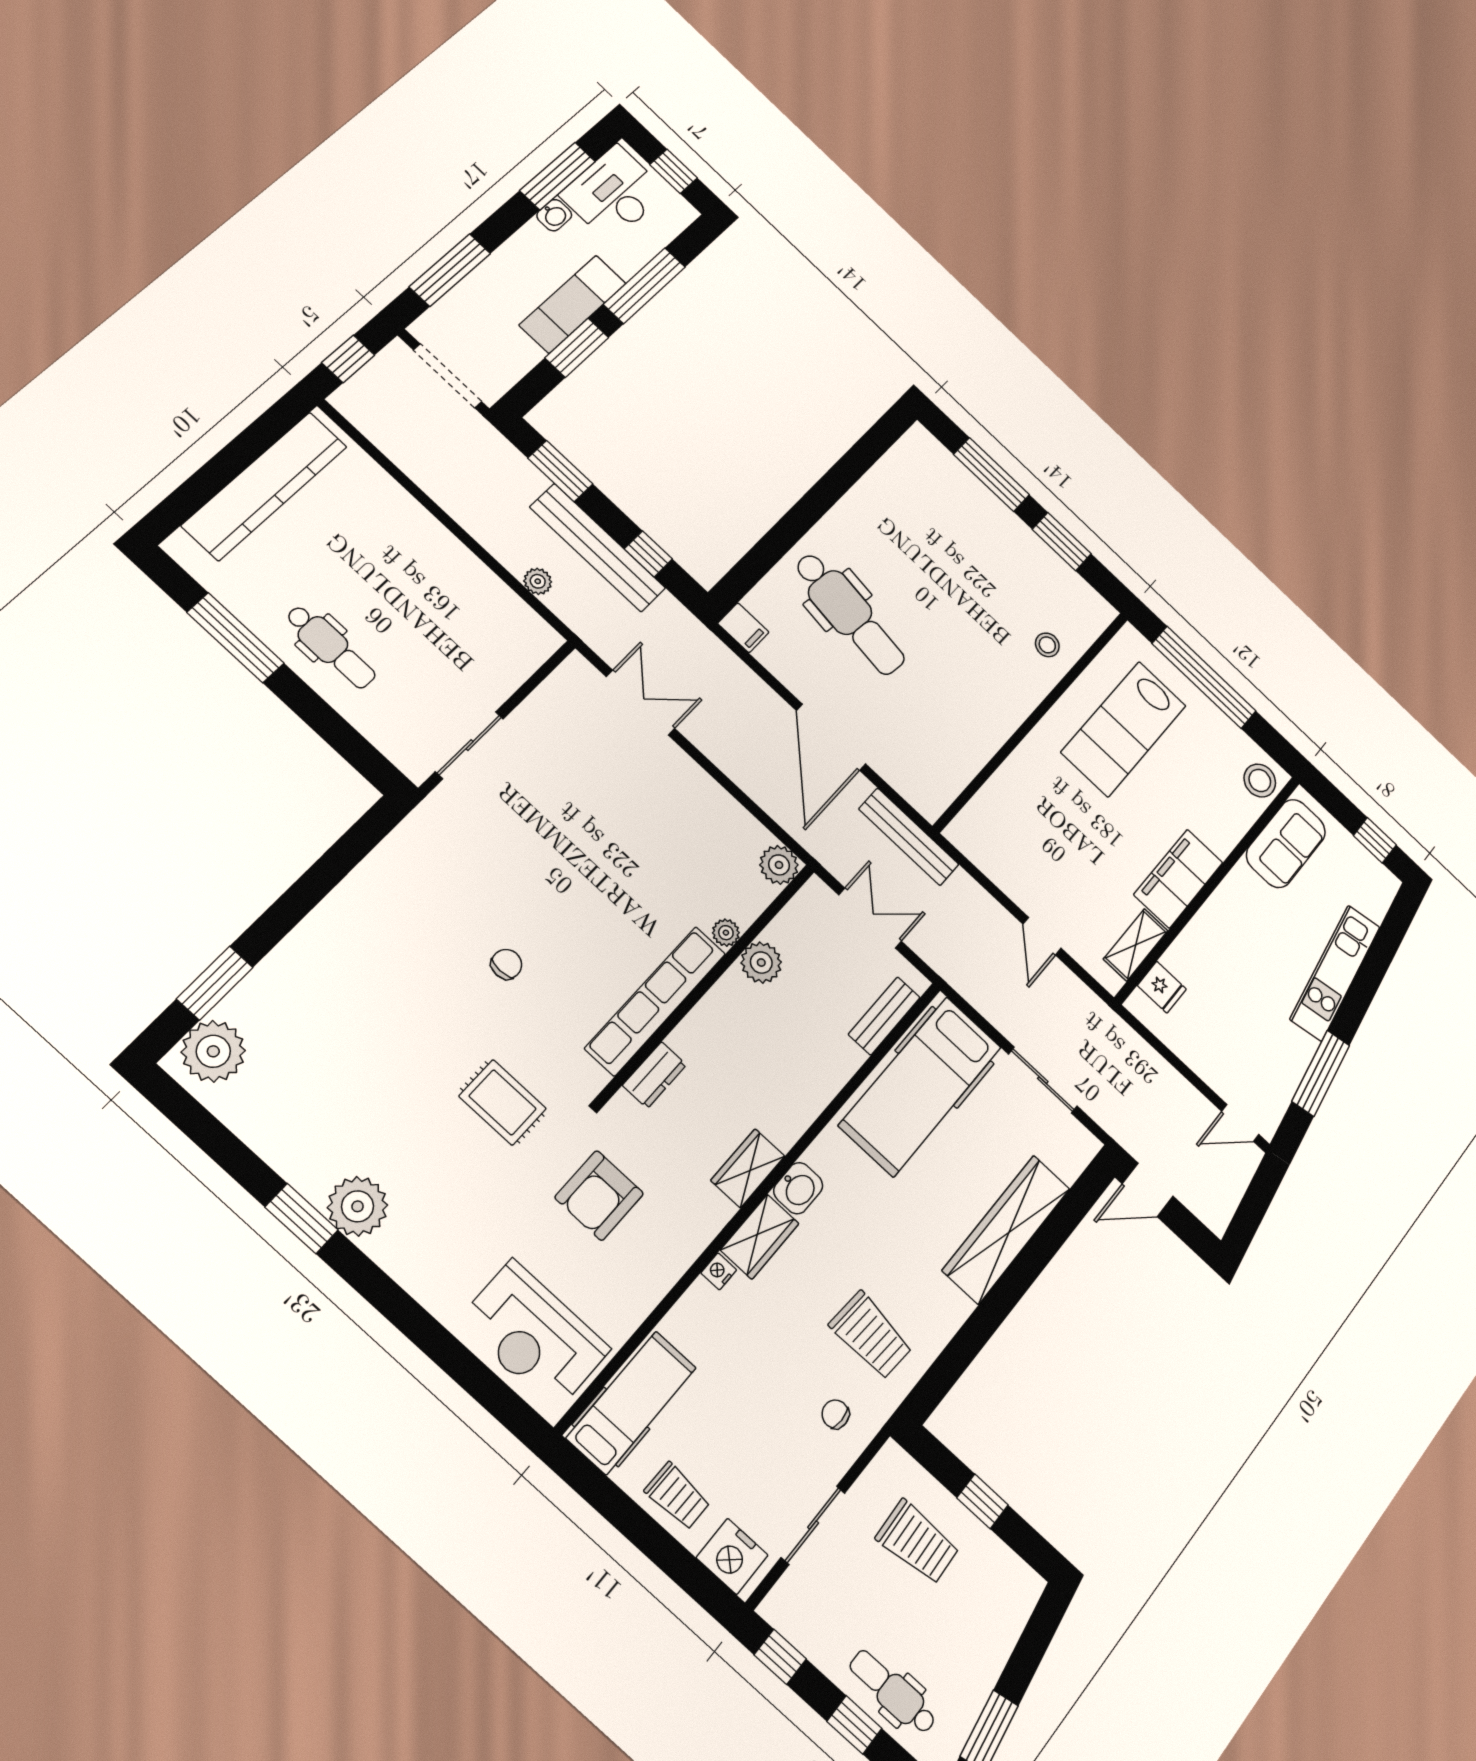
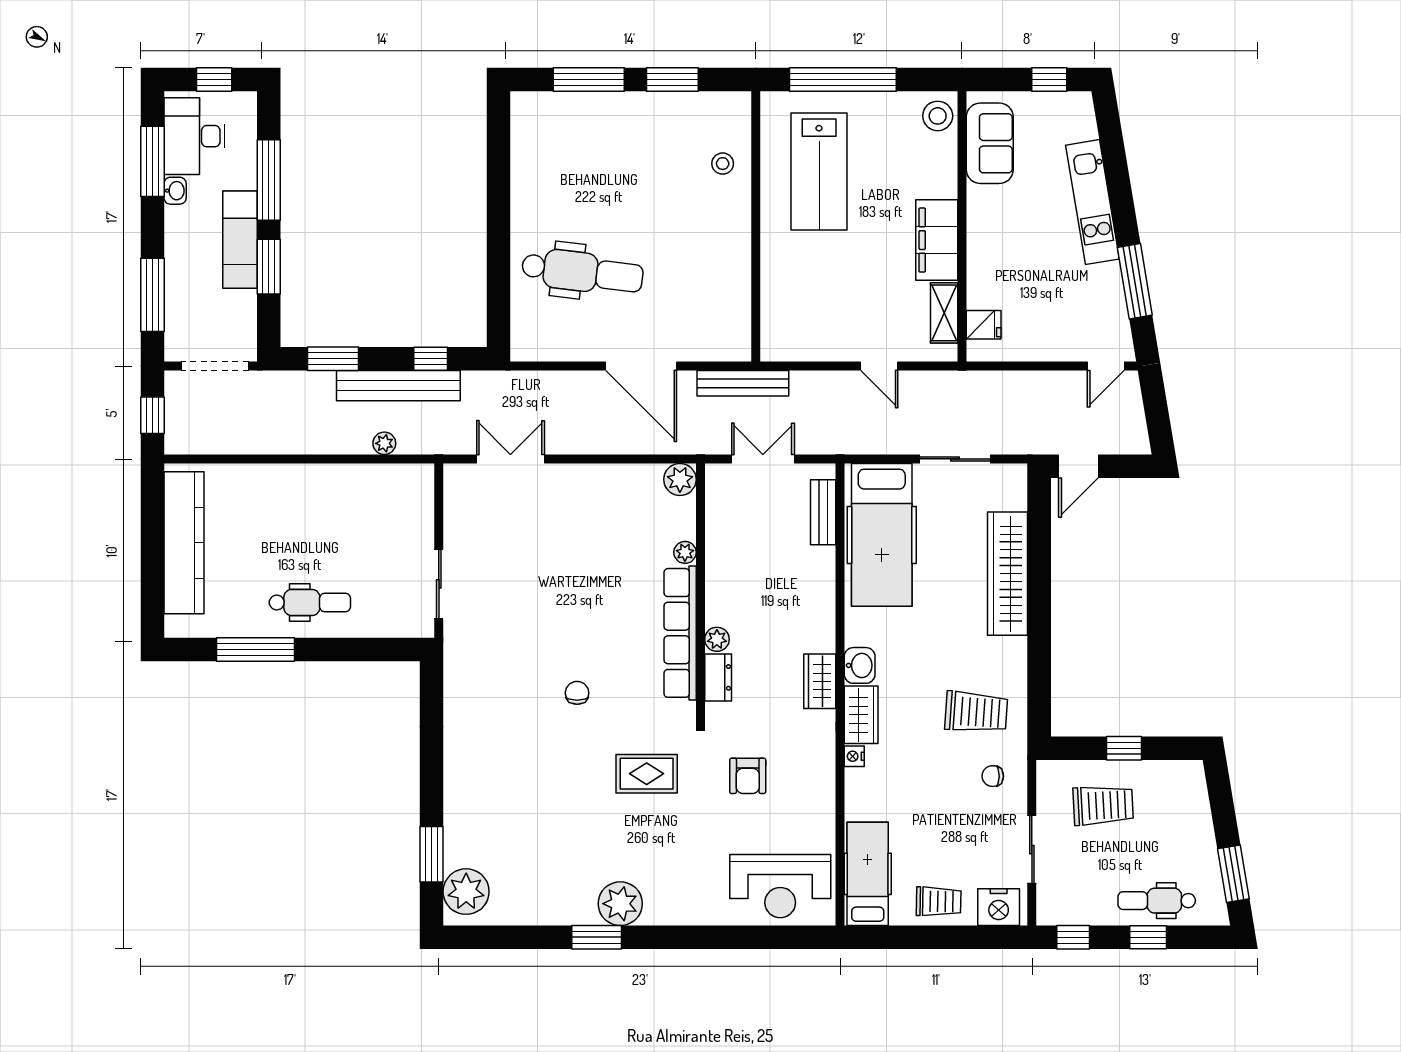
filing cabinet: (743, 628) -> (528, 348), removed
plant: (761, 963) -> (717, 639), moved, width x0.73, depth x0.73
armchair: (599, 1195) -> (748, 776), width x0.72, depth x0.72

